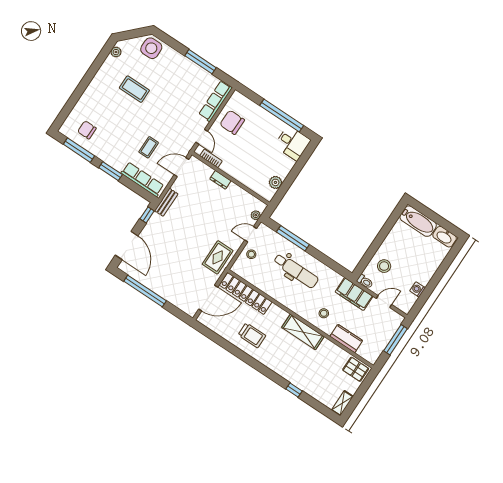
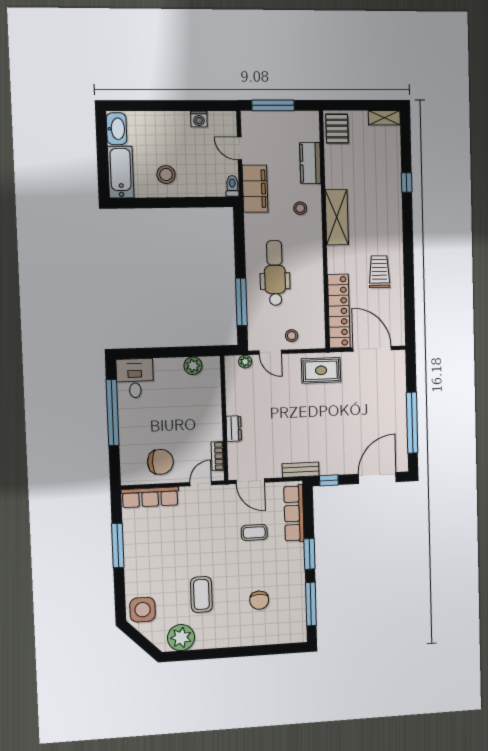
plant: (116, 52) -> (181, 638), width x1.88, depth x1.88
chair: (232, 122) -> (160, 462), turned -90
chair: (87, 130) -> (259, 600), moved
stool: (384, 266) -> (166, 175), moved

